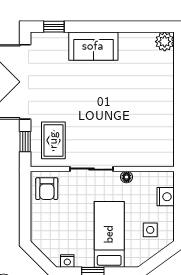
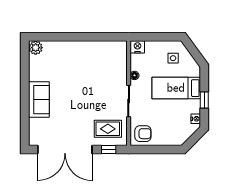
window: (54, 27) -> (25, 129), removed
nightstand: (166, 197) -> (138, 47), moved

